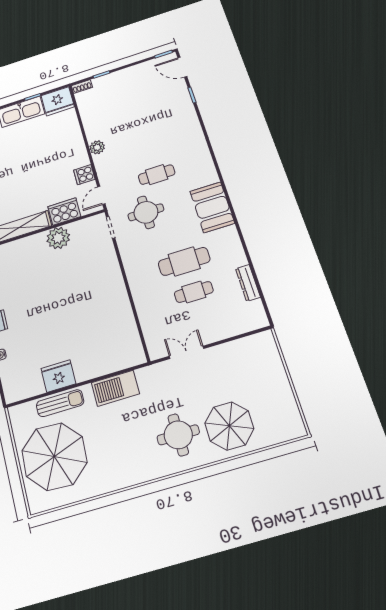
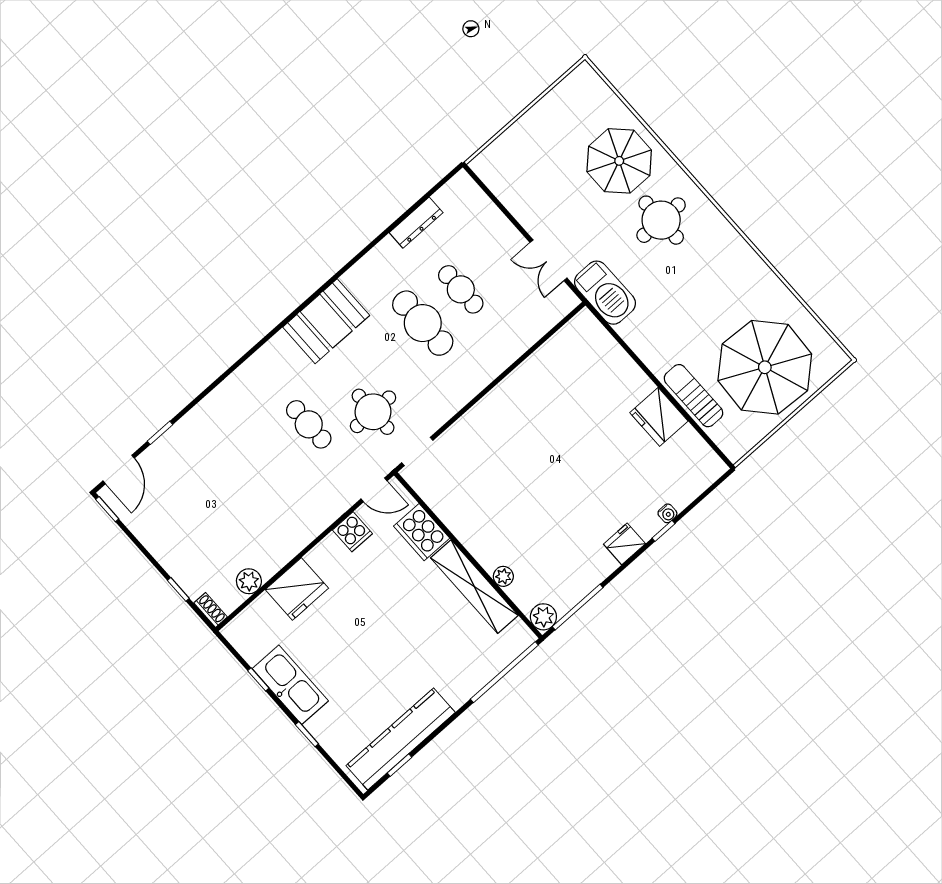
fridge: (58, 101) -> (297, 589), moved, turned 90
plant: (97, 147) -> (249, 581), moved
plant: (58, 238) -> (503, 576), moved, width x0.53, depth x0.53
barbecue: (115, 388) -> (605, 293), moved

